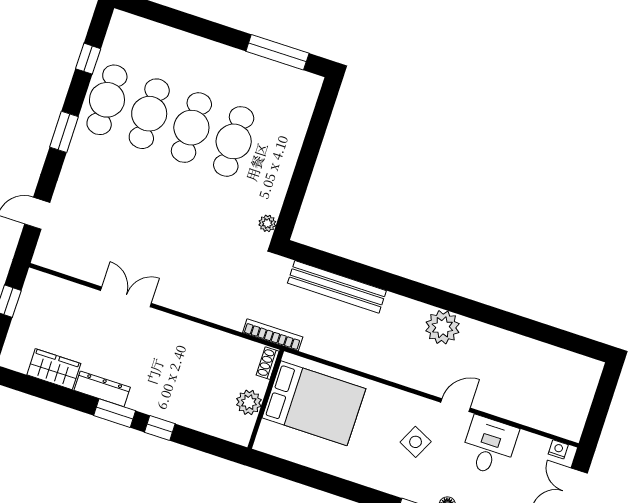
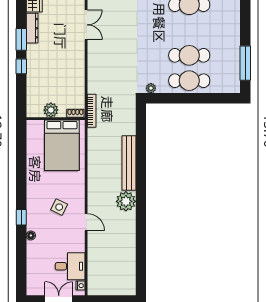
cafe table: (191, 128) -> (189, 81), moved
bench: (337, 287) -> (129, 163), moved
desk: (489, 446) -> (70, 266), moved

